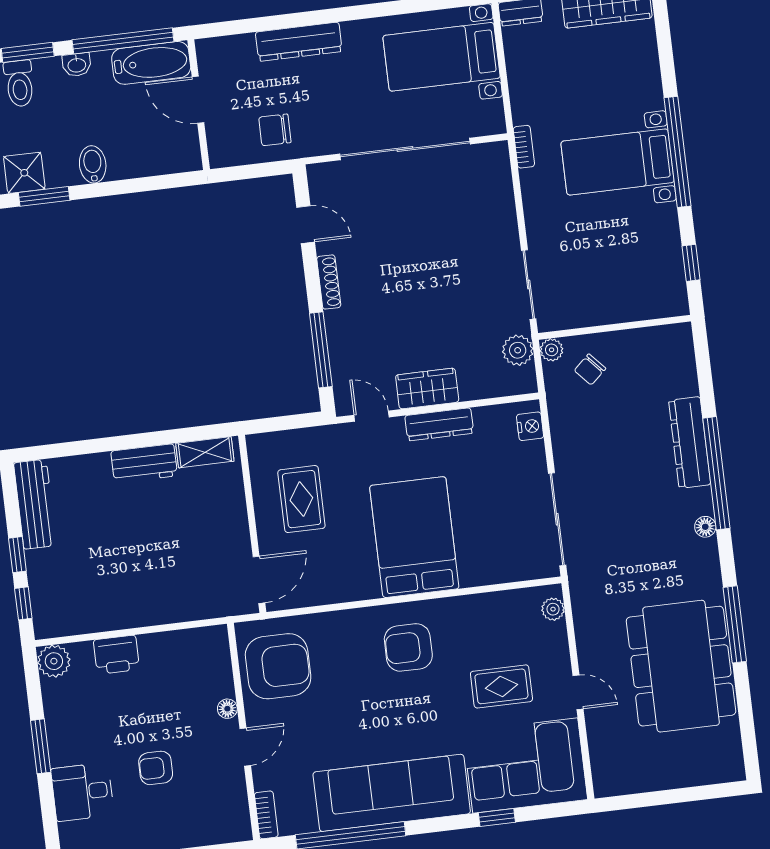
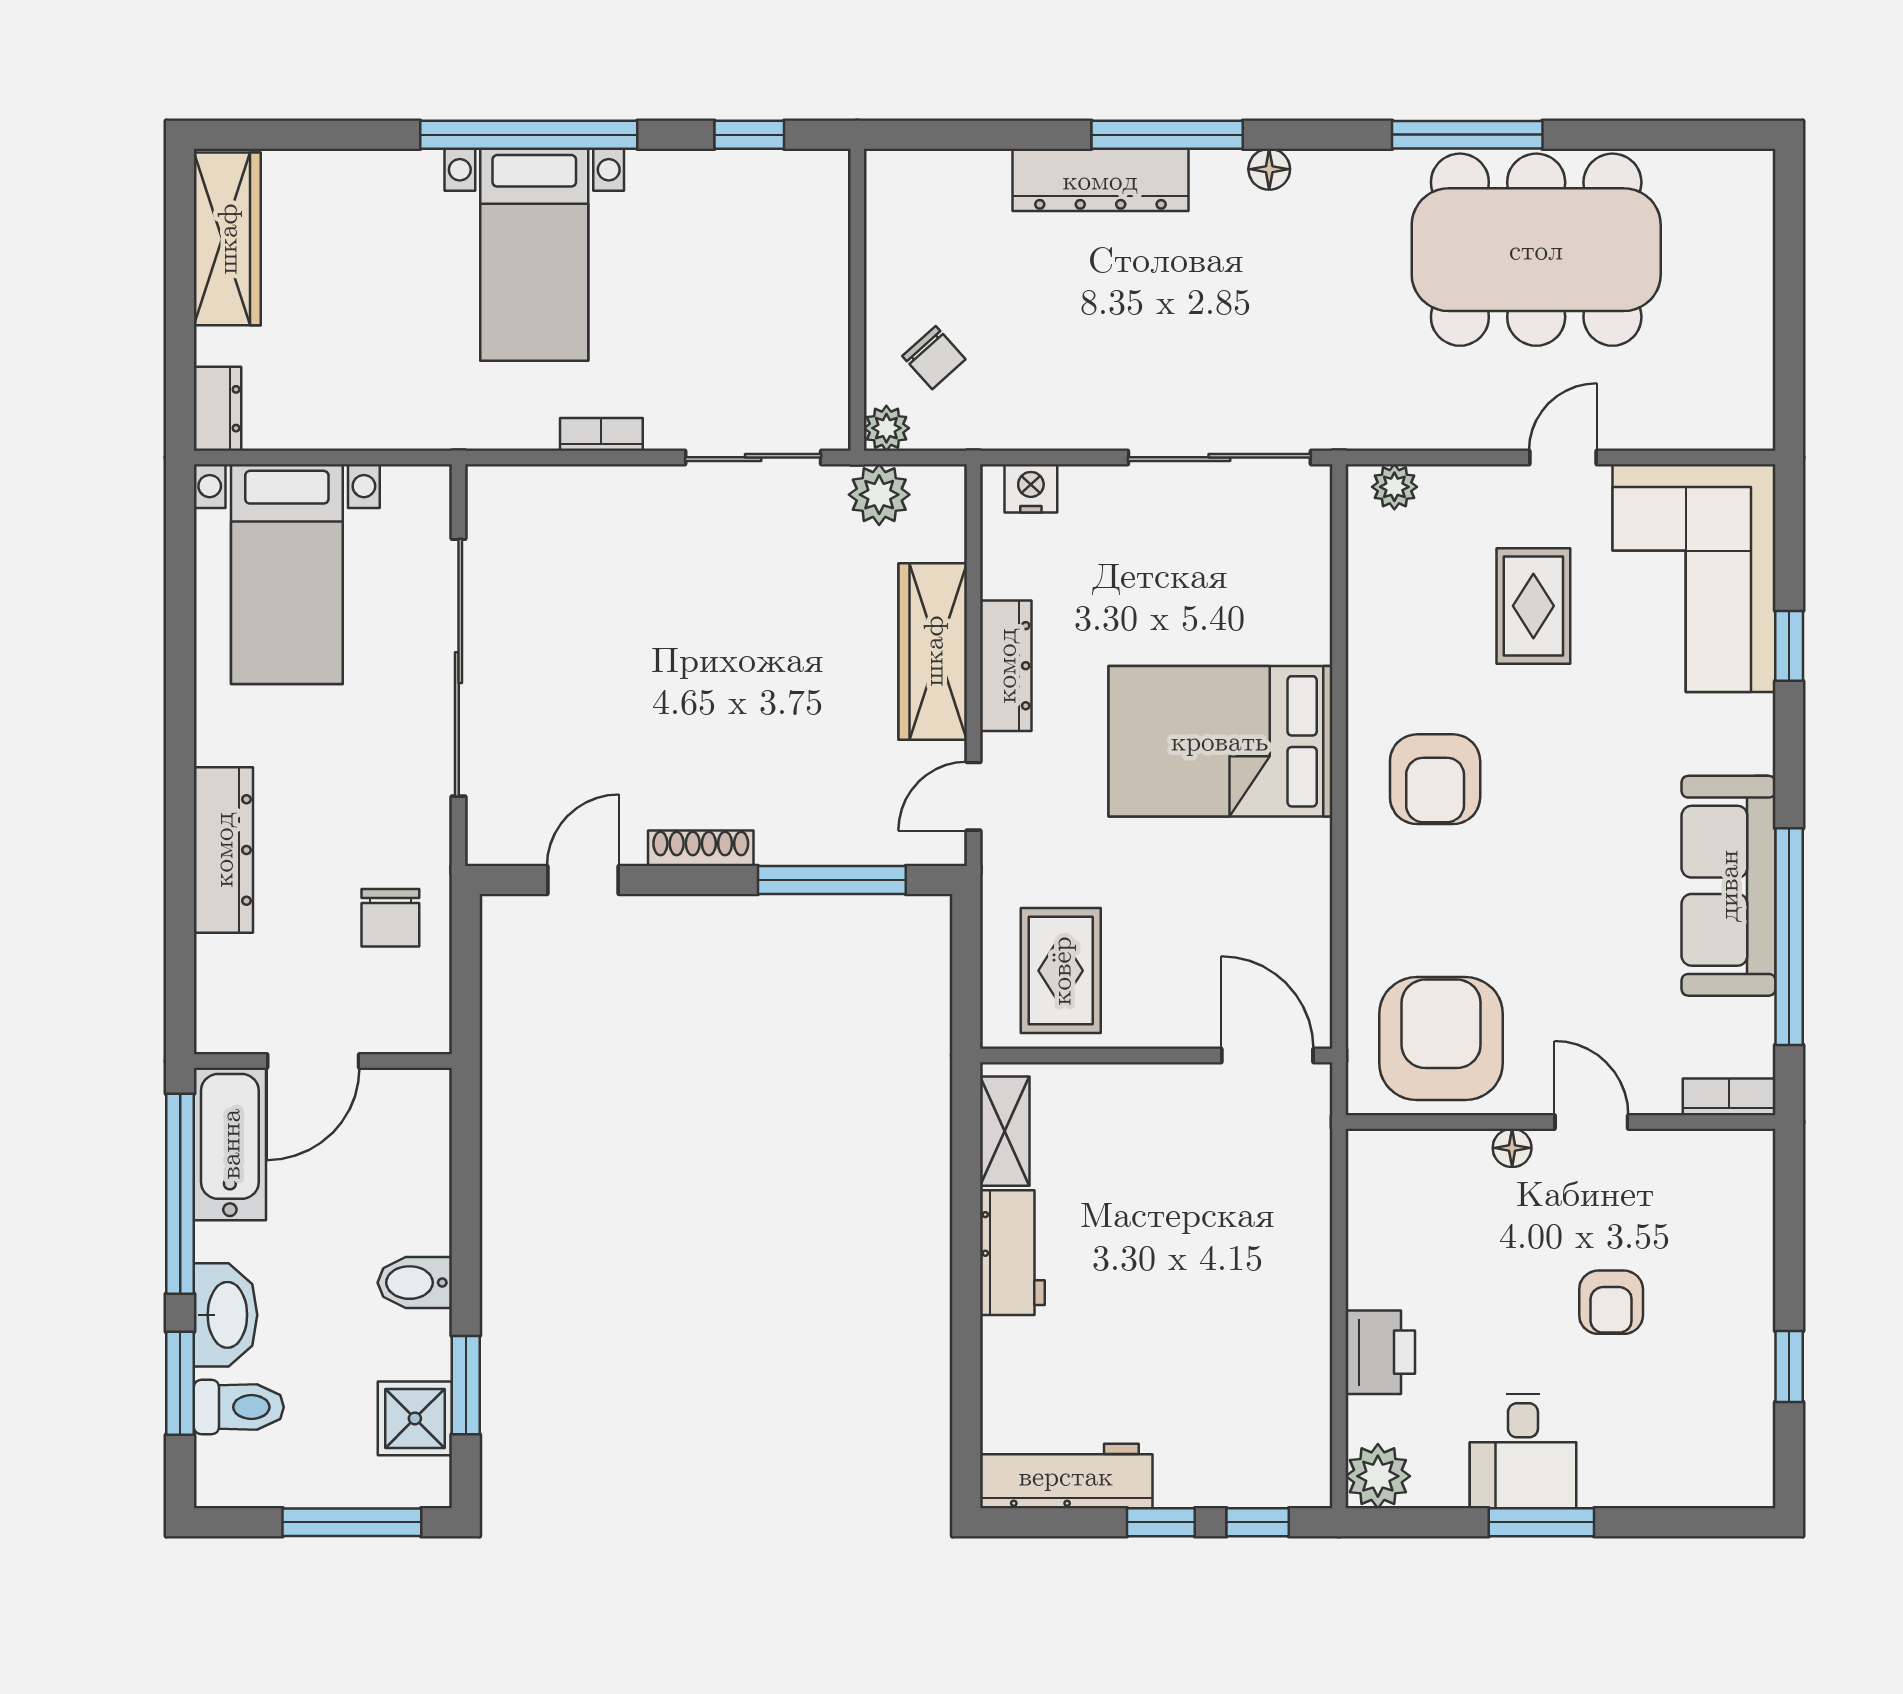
washbasin: (77, 65) -> (225, 1315), width x1.91, depth x1.45
bookcase: (524, 147) -> (601, 434), moved
wardrobe: (427, 389) -> (933, 651), width x1.50
window: (716, 473) -> (1167, 135), width x0.68
rug: (301, 499) -> (1061, 971), moved, turned 90
desk: (82, 792) -> (1523, 1451), moved
sofa: (392, 793) -> (1728, 886), width x0.74, depth x0.79

